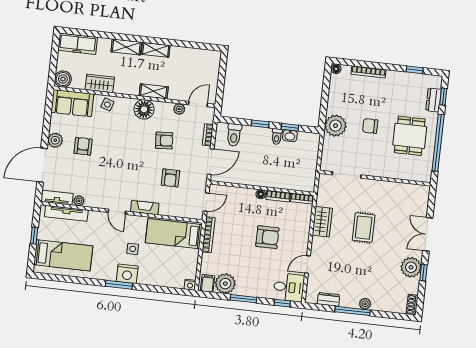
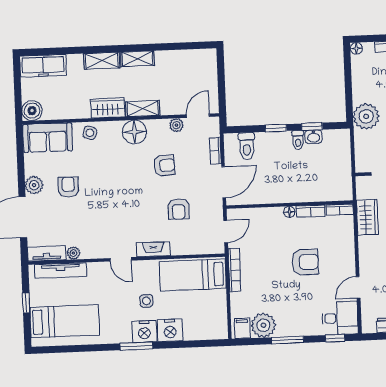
wardrobe: (100, 83) -> (108, 108), moved
wardrobe: (322, 222) -> (367, 217), moved
nightstand: (190, 285) -> (170, 330), moved, width x1.89, depth x1.79

